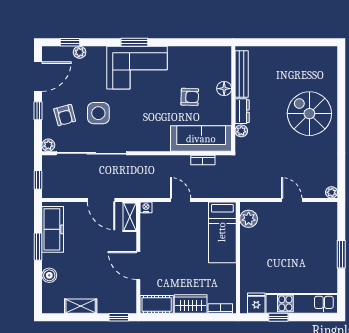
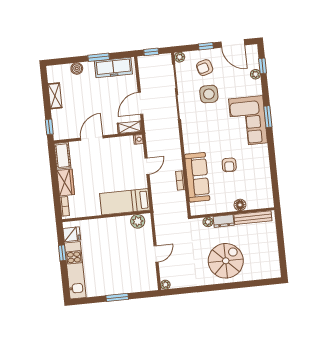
bench: (242, 74) -> (253, 218), moved
floor lamp: (224, 89) -> (240, 205), moved
wall: (233, 99) -> (233, 213), moved
dresser: (242, 111) -> (224, 221), moved
plant: (241, 131) -> (208, 222), moved

